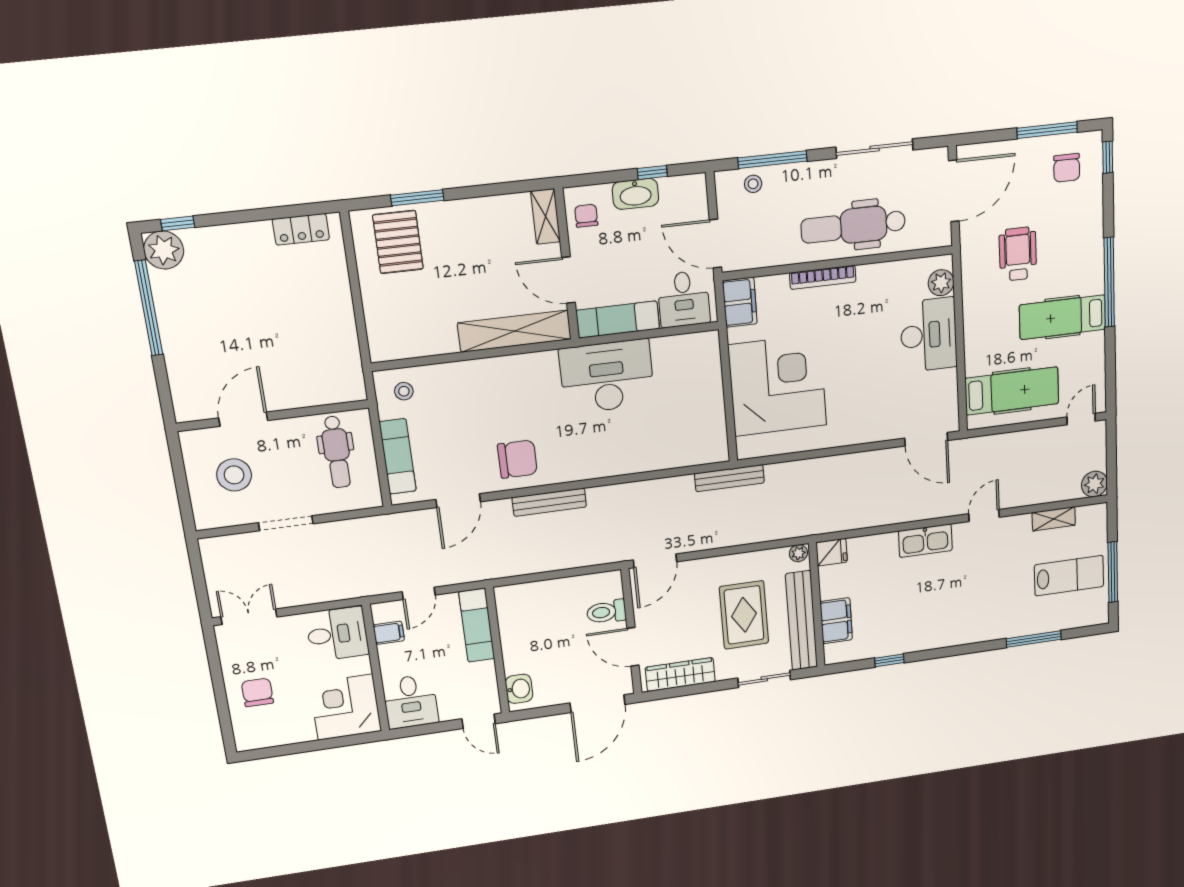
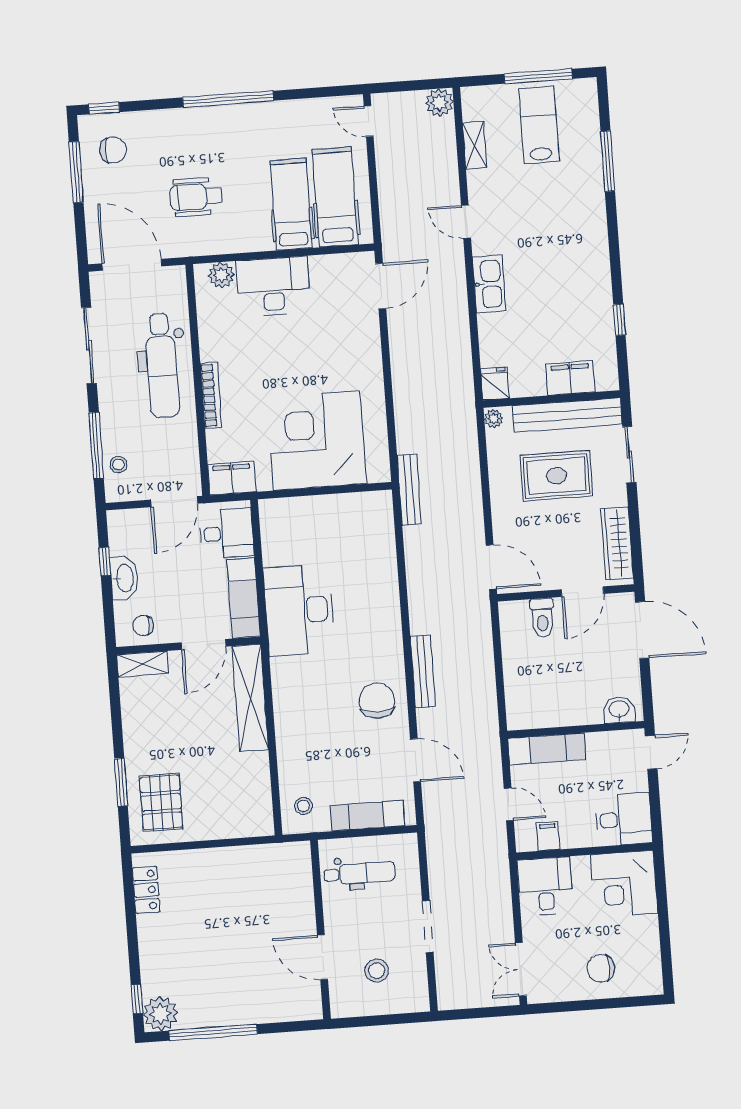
pallet: (398, 242) -> (161, 802), turned 90
hospital bed: (1063, 317) -> (291, 204), moved, turned 180
stool: (234, 475) -> (377, 971), width x0.73, depth x0.73

